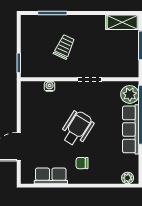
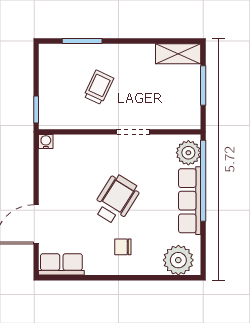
water cooler: (50, 86) -> (46, 142), moved
row of seats: (51, 176) -> (61, 264), moved
plant: (128, 178) -> (178, 260), width x1.88, depth x1.88

